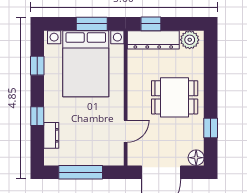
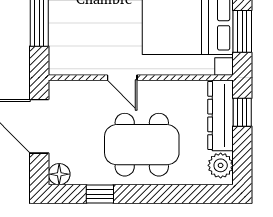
dining table: (175, 97) -> (142, 145), width x1.38
door: (126, 131) -> (122, 78), moved

